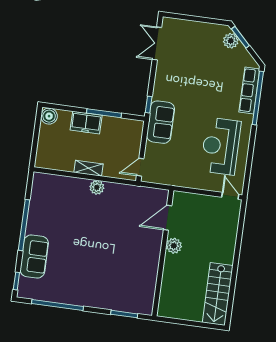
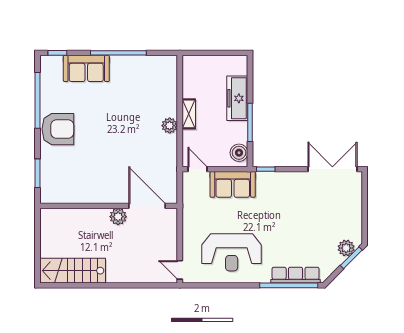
double door: (157, 43) -> (332, 169), width x1.37
boiler: (49, 116) -> (239, 153), moved
sofa: (161, 122) -> (233, 184), moved
freezer: (86, 123) -> (237, 98), width x1.40
reception desk: (221, 146) -> (232, 252), turned 180
door: (230, 196) -> (180, 270), swing flipped
door: (168, 218) -> (147, 206), width x1.36
armchair: (86, 290) -> (58, 129), added

